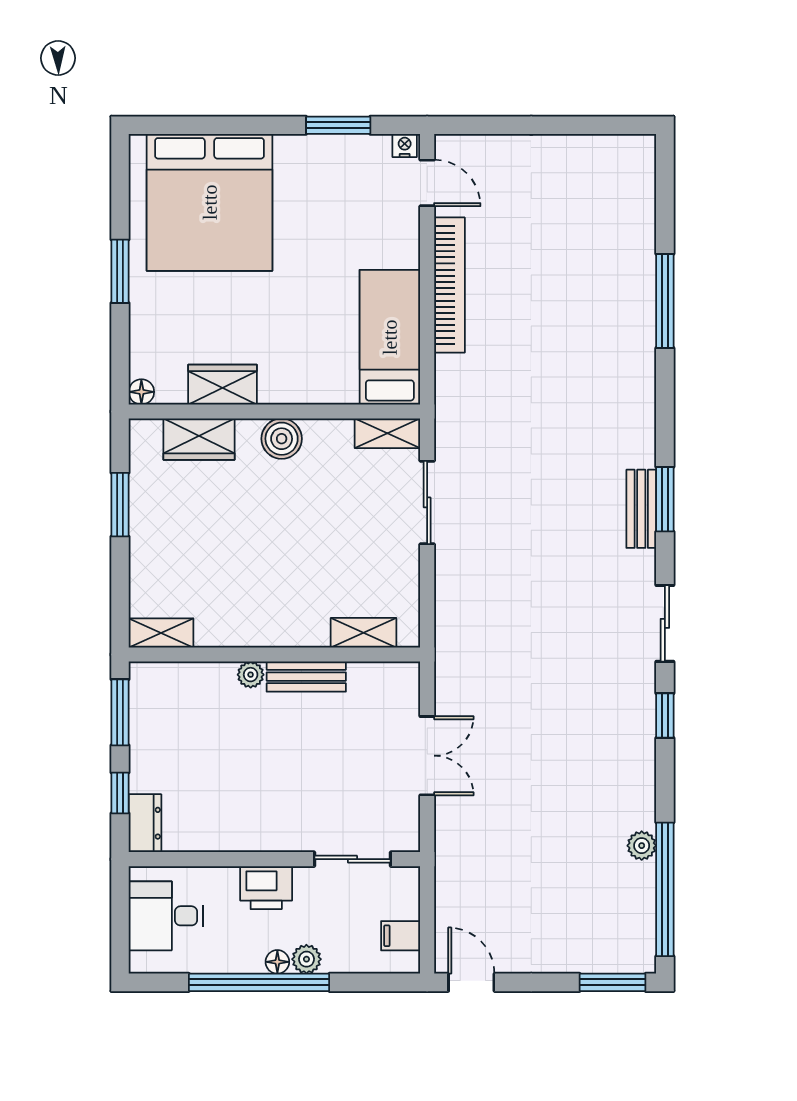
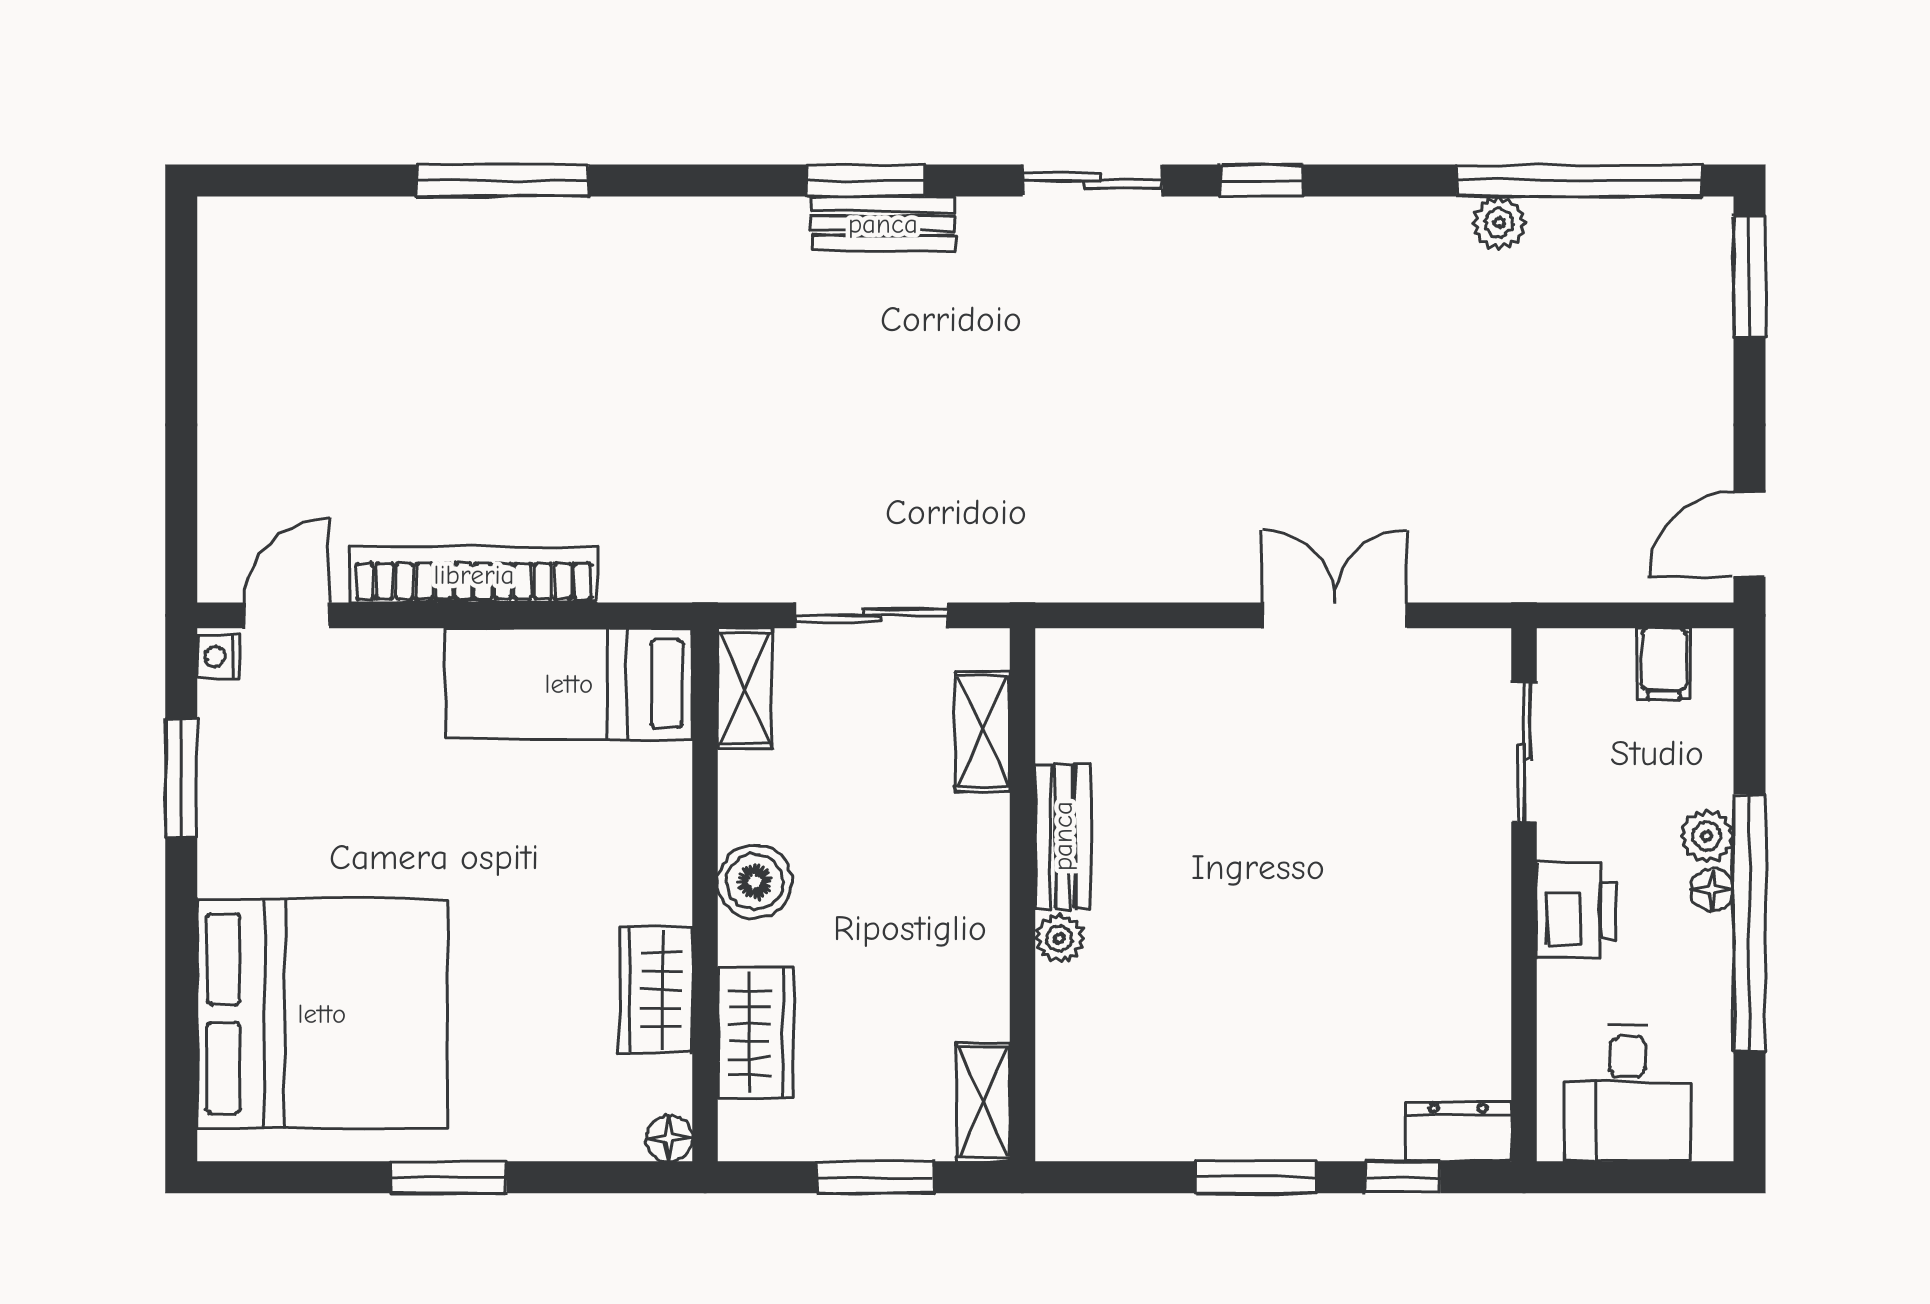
shelving: (161, 633) -> (983, 1102), moved
shelving: (364, 633) -> (983, 732), moved
wall: (274, 654) -> (1022, 895), moved
plant: (251, 675) -> (1059, 938), moved
bench: (306, 677) -> (1063, 836), moved

